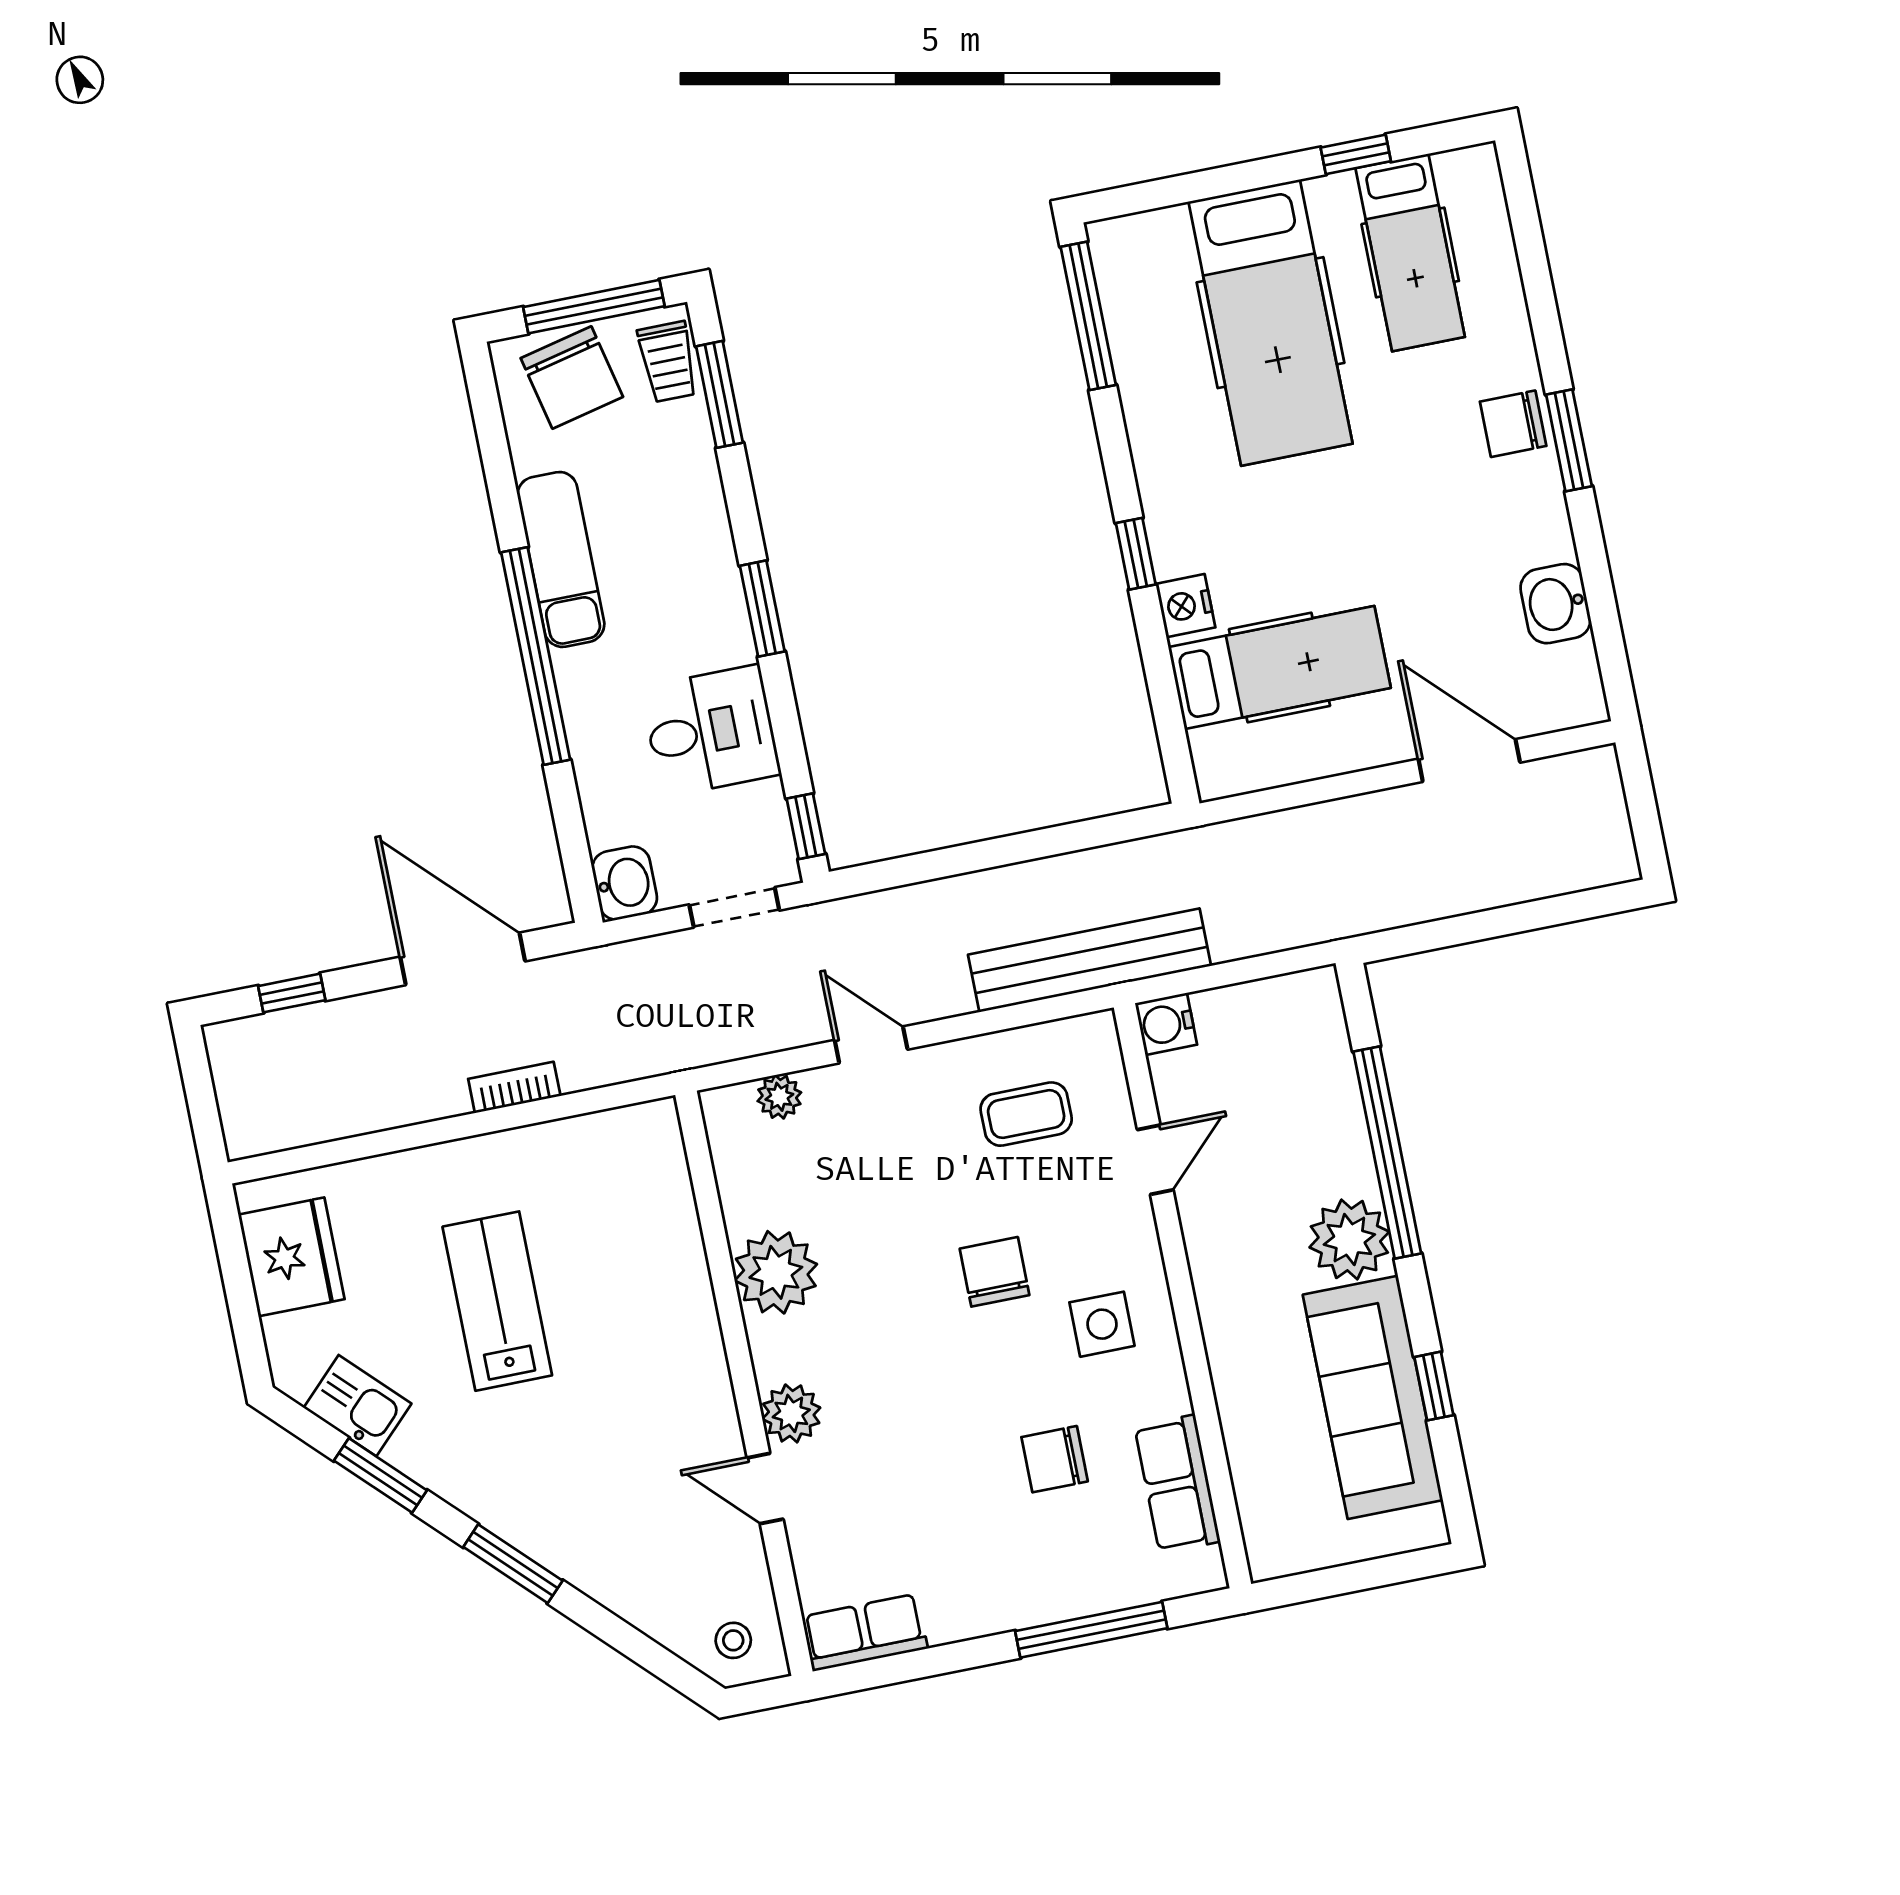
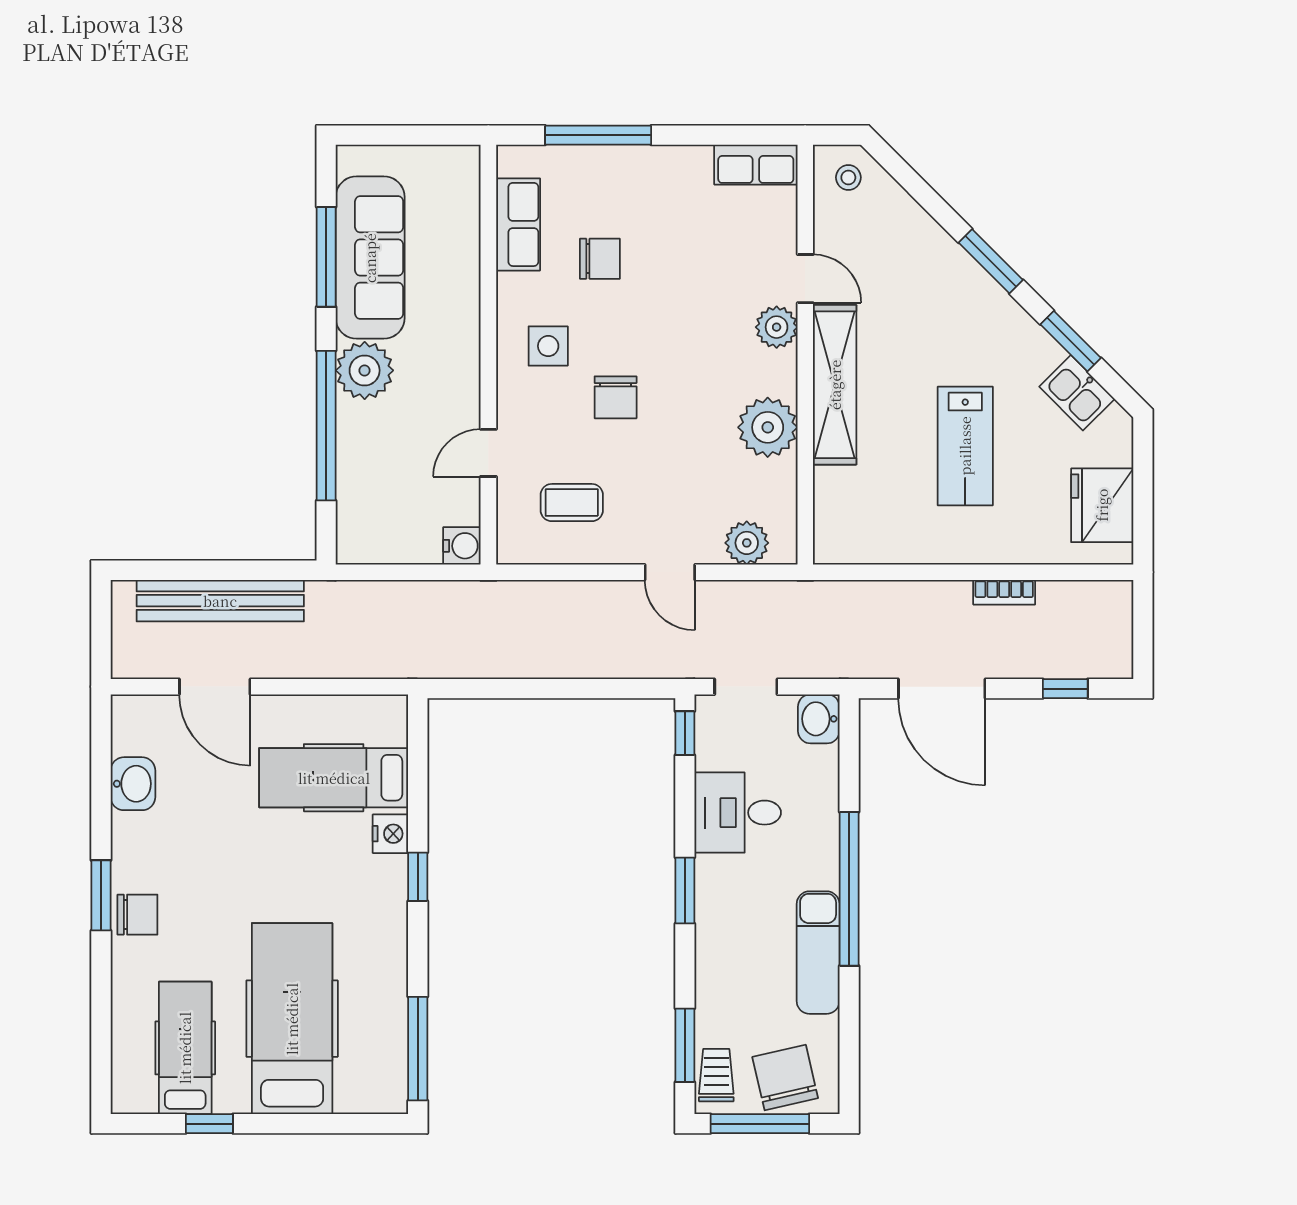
bench: (1089, 960) -> (220, 601), moved
bookcase: (514, 1087) -> (1004, 592), moved
plant: (779, 1097) -> (747, 543), width x1.38, depth x1.38
shelving: (695, 1350) -> (835, 385), added
window: (1434, 1386) -> (326, 257), width x2.17

